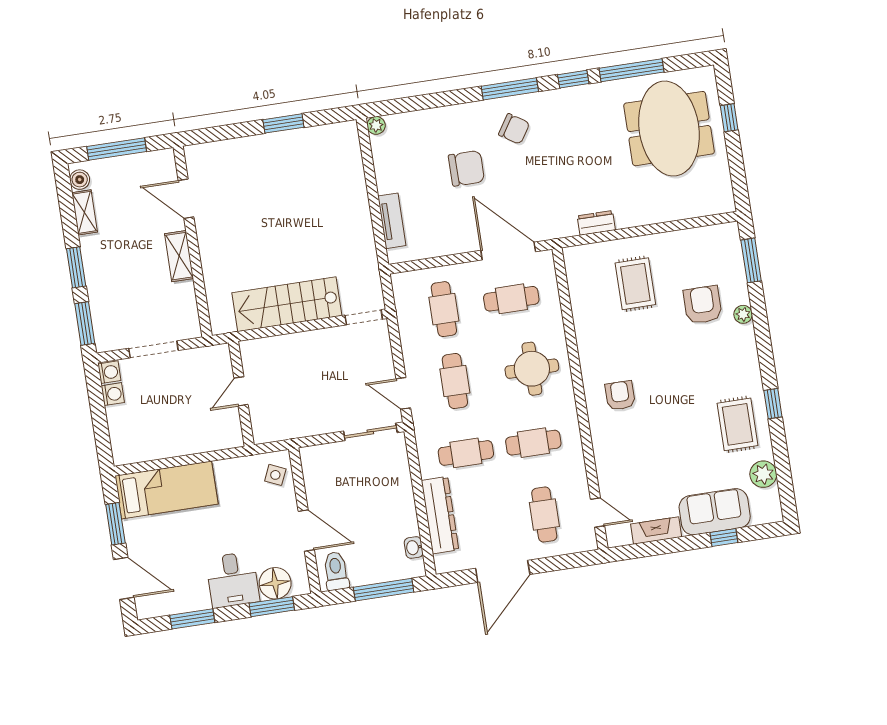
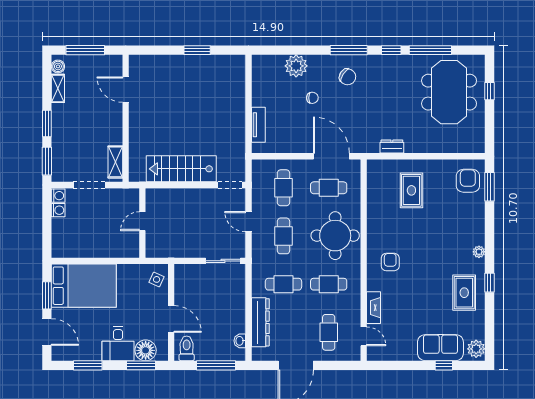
plant: (376, 125) -> (296, 66), moved, width x1.88, depth x1.88
chair: (466, 168) -> (312, 98), width x0.54, depth x0.54
shelving: (179, 256) -> (115, 162), moved
armchair: (703, 305) -> (468, 181), moved
plant: (743, 314) -> (479, 252), moved
round table: (532, 369) -> (335, 236), width x1.36, depth x1.36
door: (403, 393) -> (248, 222), moved
plant: (763, 474) -> (476, 349), moved
bed: (167, 490) -> (84, 286), width x1.50
fireplace: (656, 530) -> (374, 308), moved, turned 90

